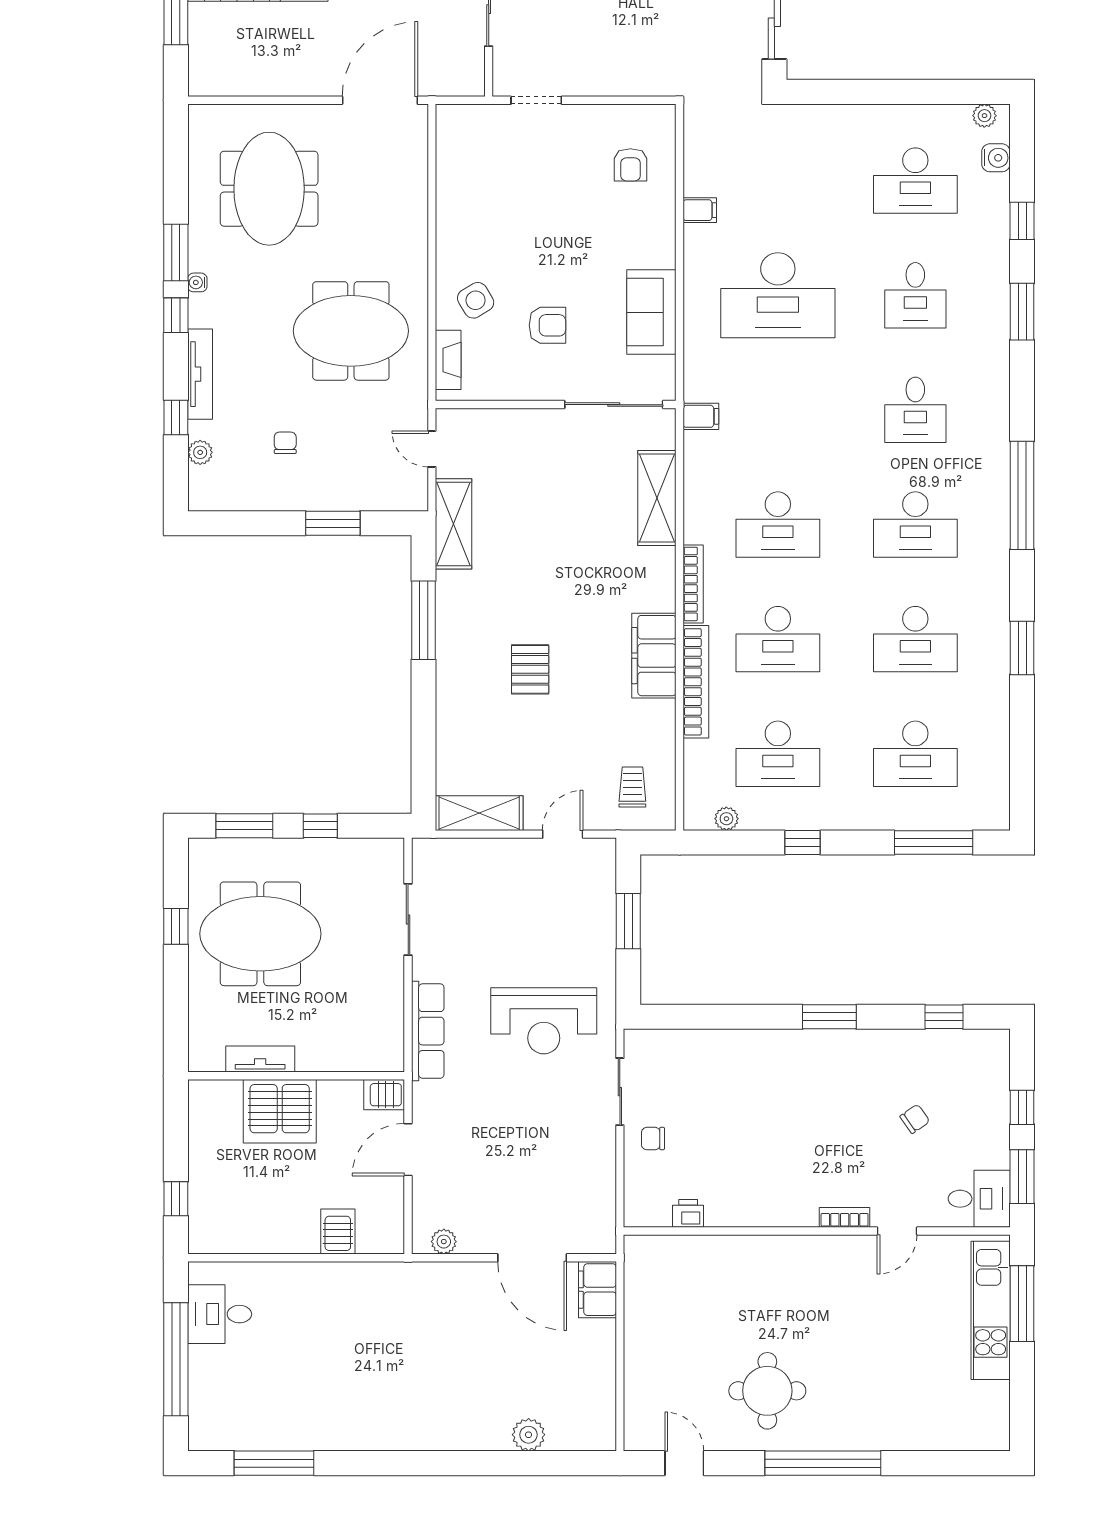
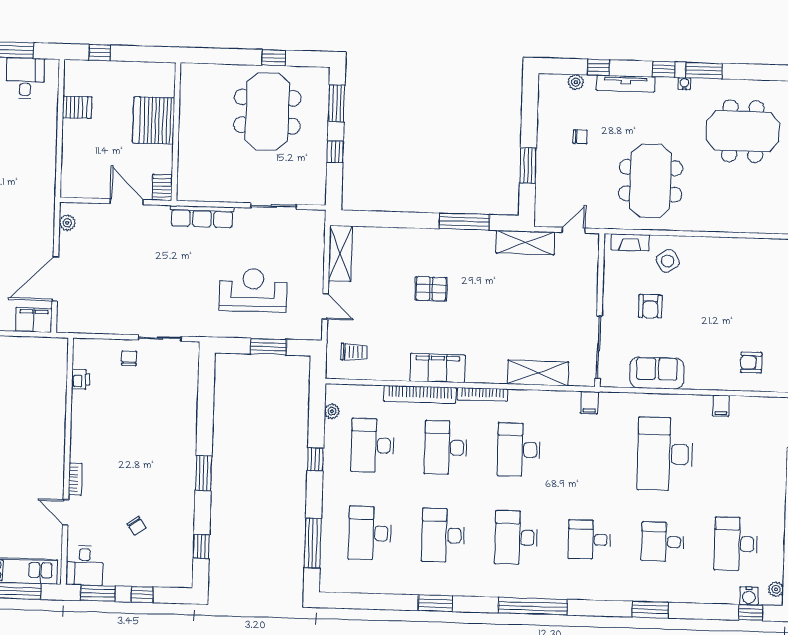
window: (1022, 221) -> (751, 613), moved
reception desk: (544, 1021) -> (253, 290), moved, turned 90
tv unit: (260, 1059) -> (187, 109), removed
server rack: (338, 1232) -> (77, 107), moved

